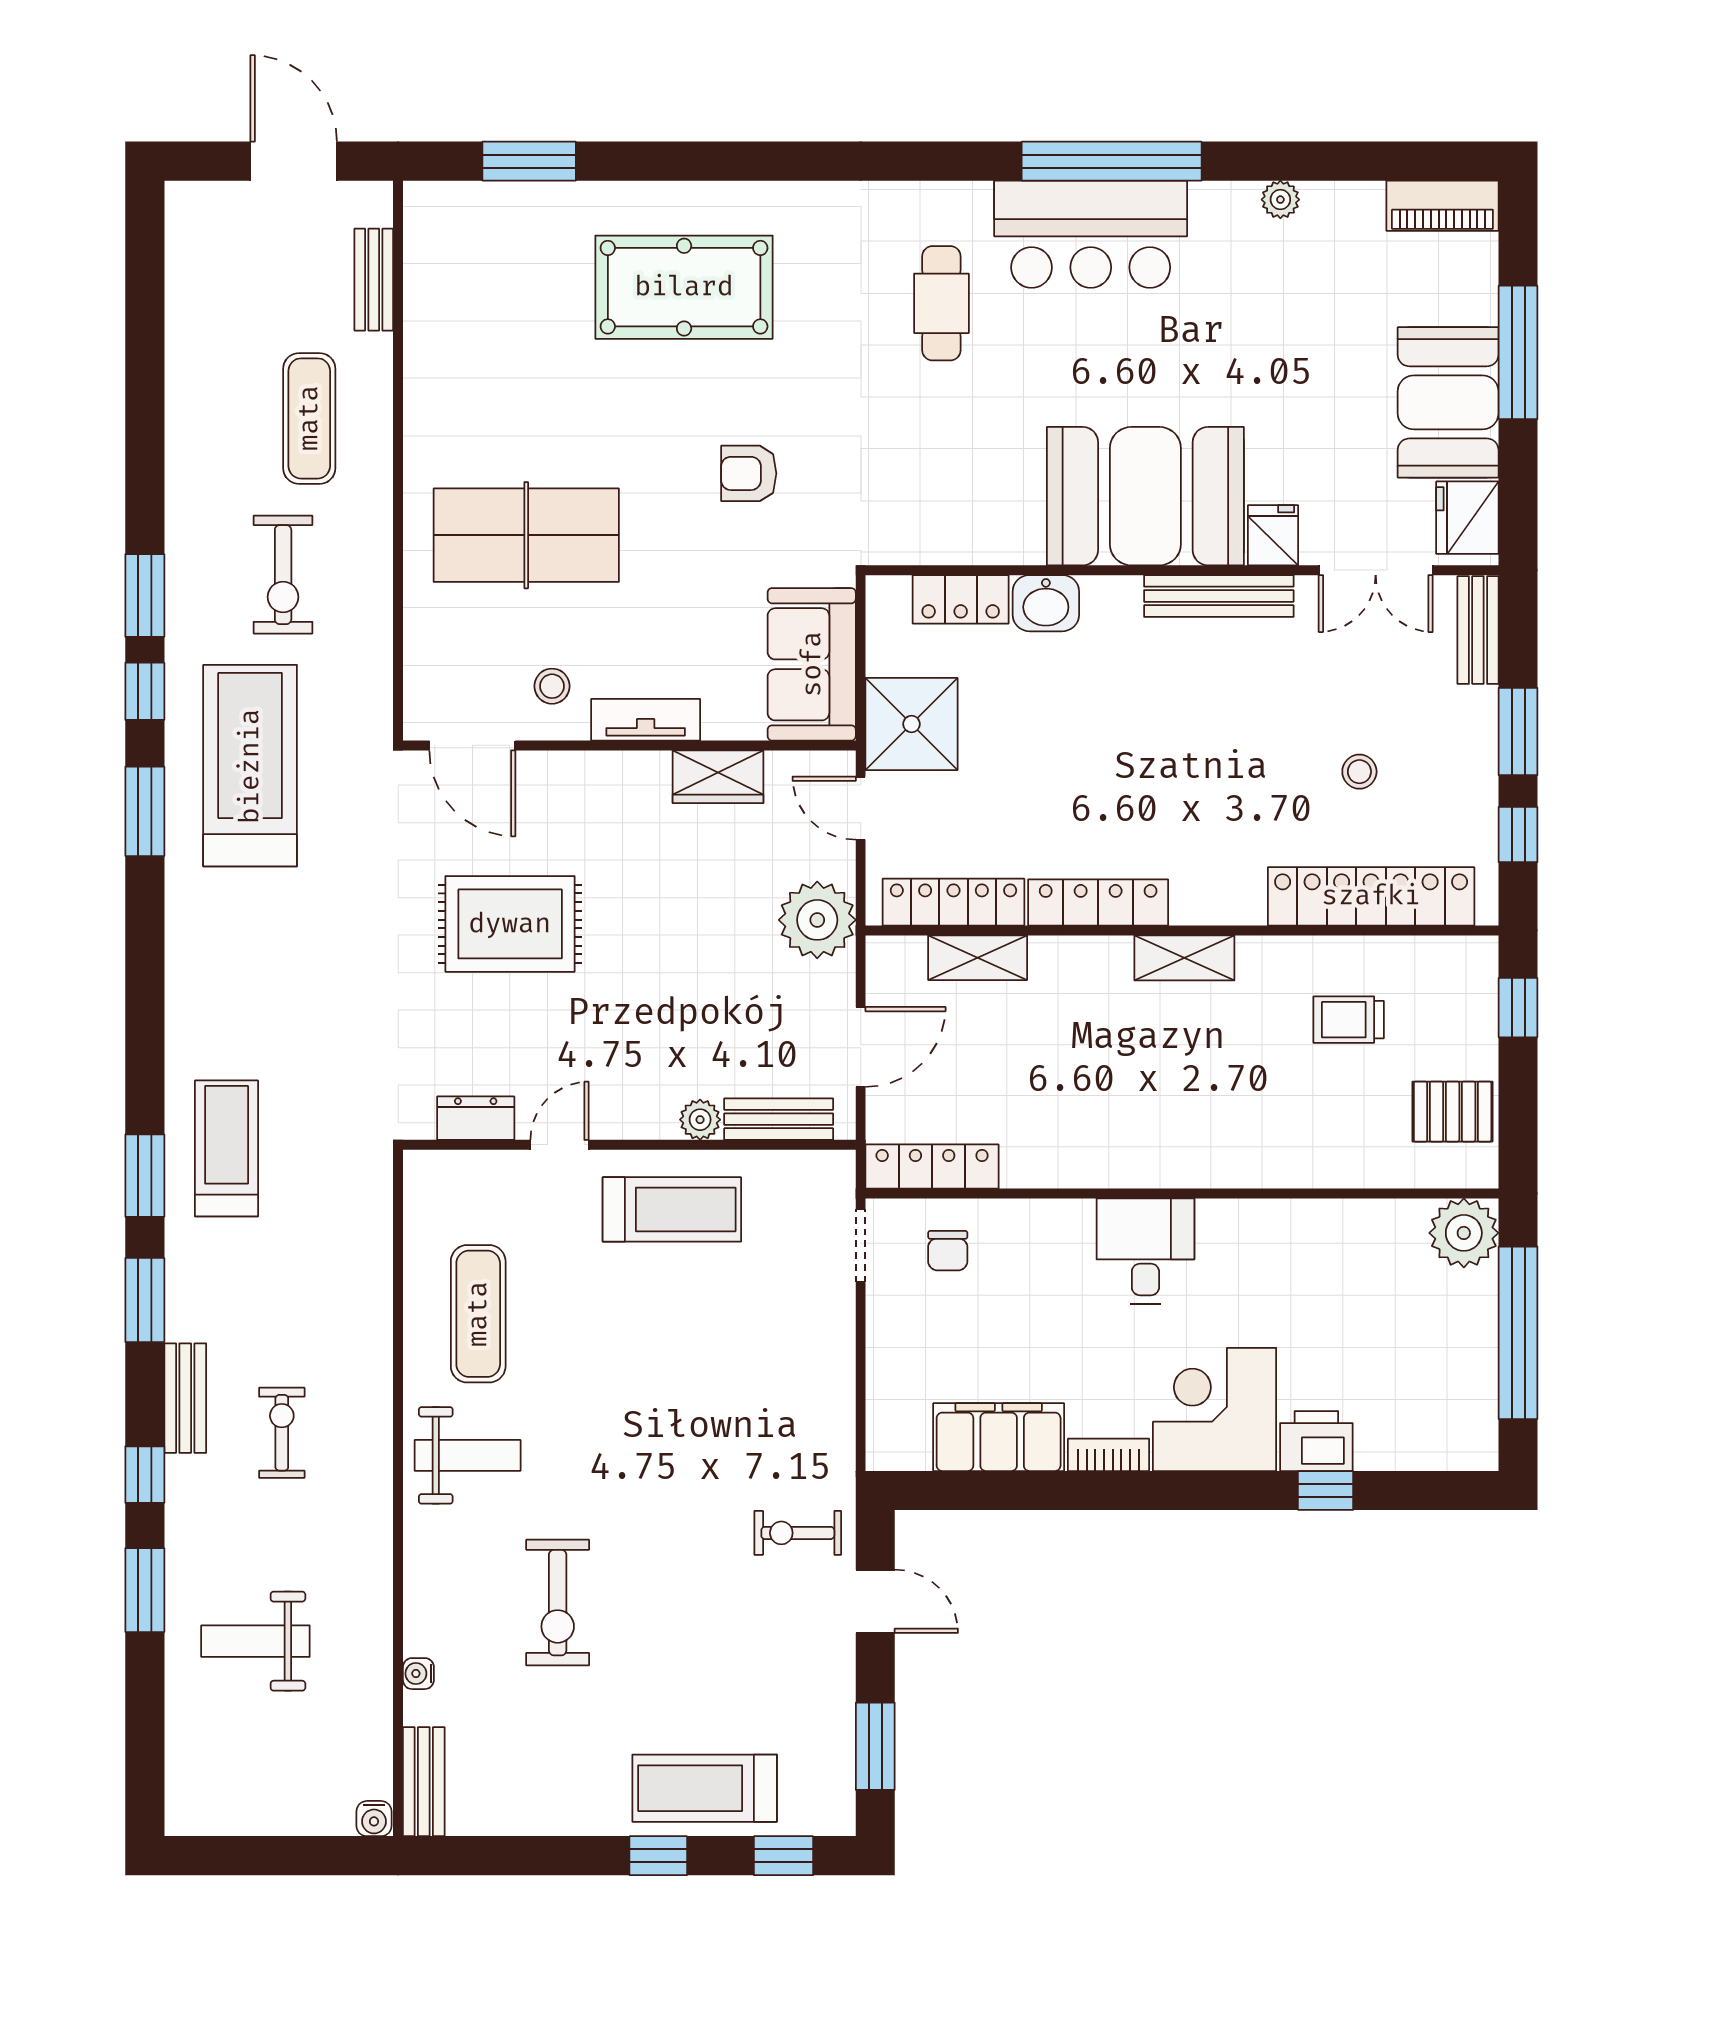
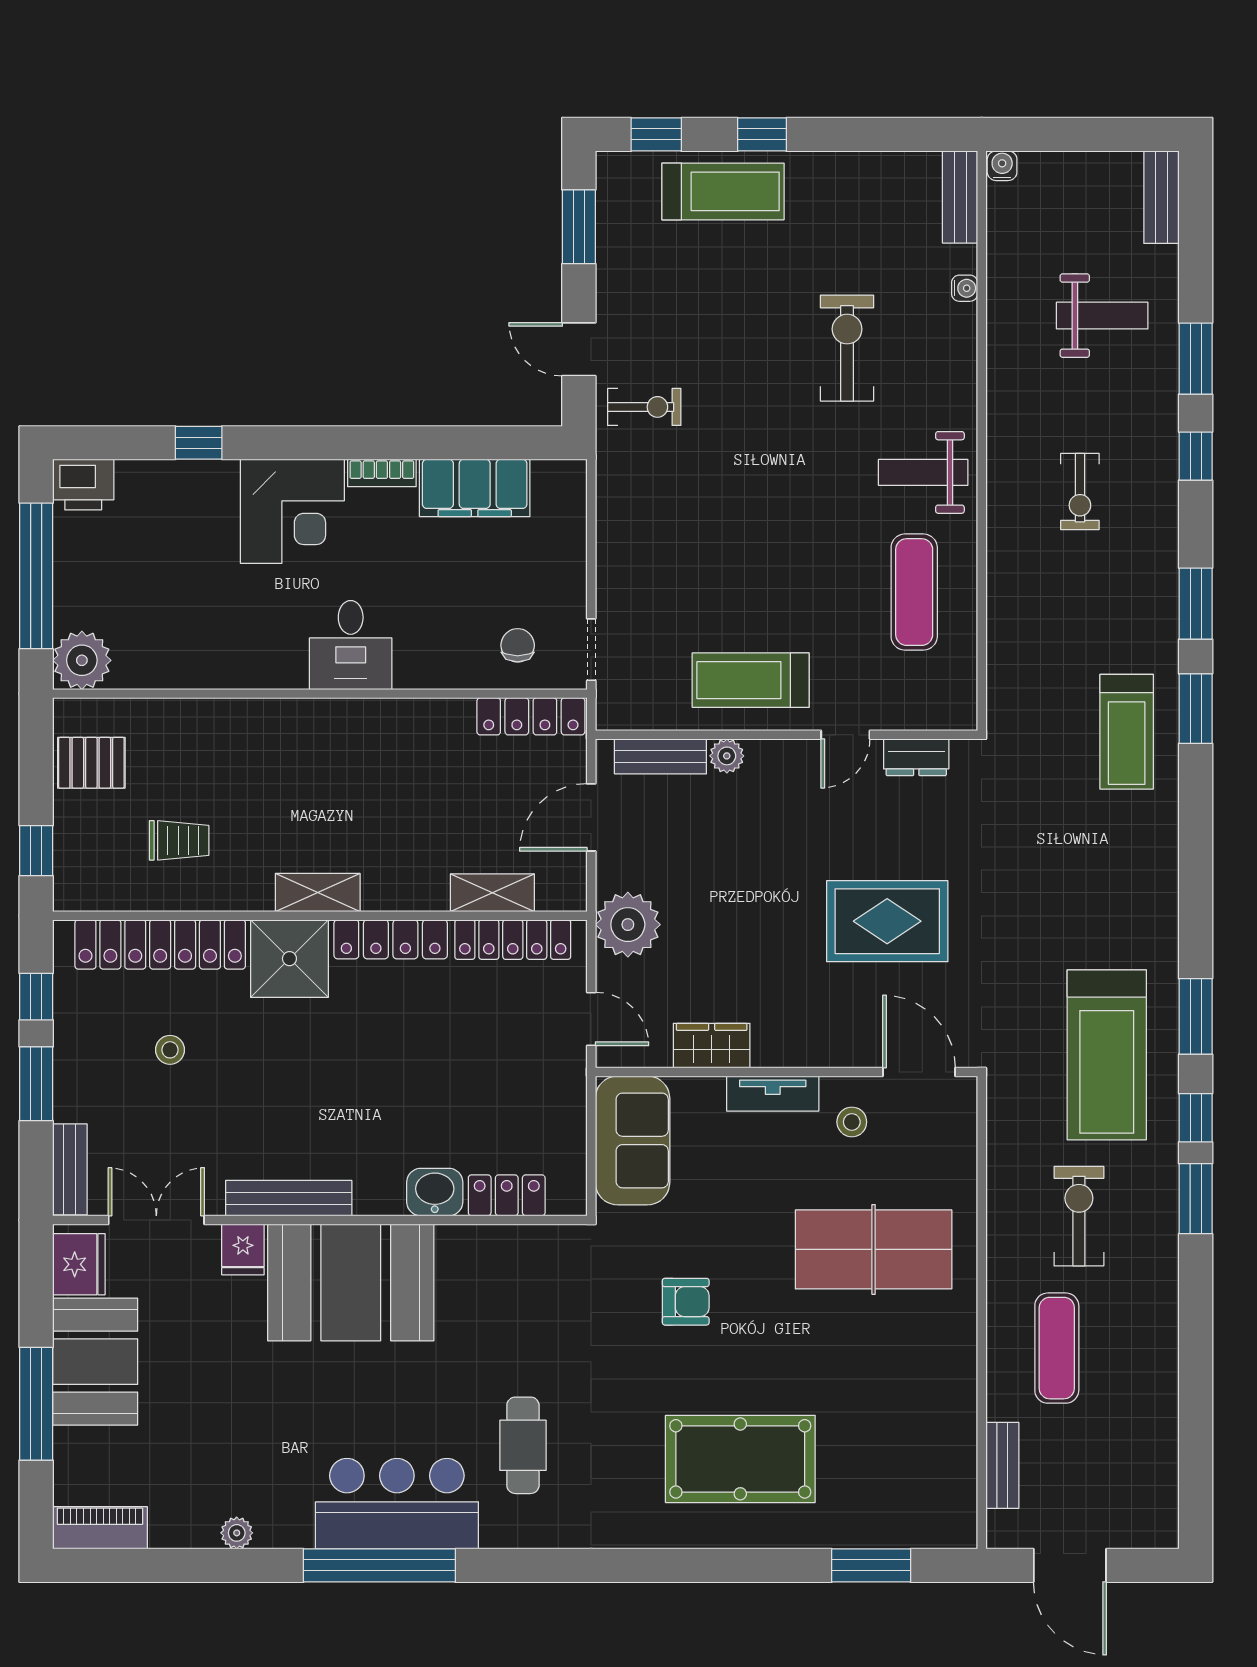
shower: (912, 724) -> (289, 959), moved
bench: (185, 1398) -> (1162, 197), moved
printer: (1316, 1441) -> (83, 485), moved

